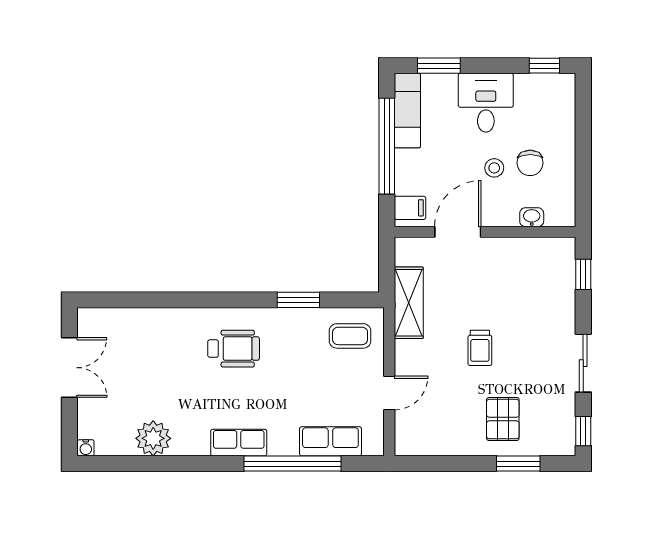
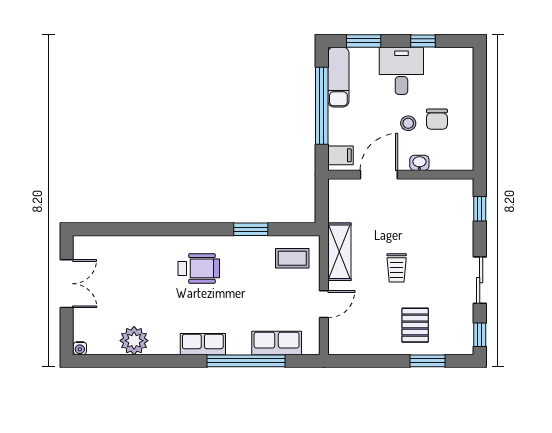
window: (544, 66) -> (423, 41), moved
washbasin: (532, 217) -> (419, 163), moved
shelving: (409, 303) -> (339, 252), moved

